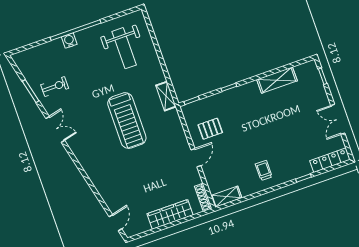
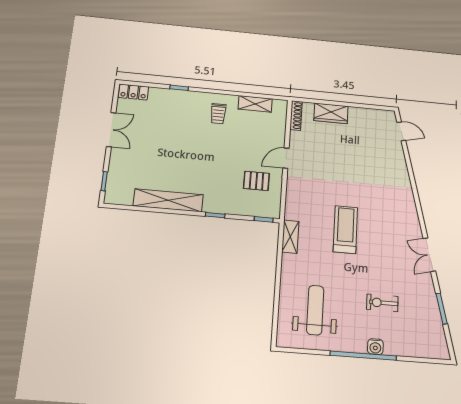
shelving: (277, 80) -> (168, 200), width x1.47
exercise bike: (55, 87) -> (382, 303), moved
treadmill: (127, 121) -> (345, 229), width x0.73, depth x0.73
locker: (330, 160) -> (133, 92), width x0.66
shelving: (226, 197) -> (255, 104), moved
wardrobe: (170, 214) -> (331, 113), width x0.67
door: (115, 223) -> (401, 131), swing flipped

